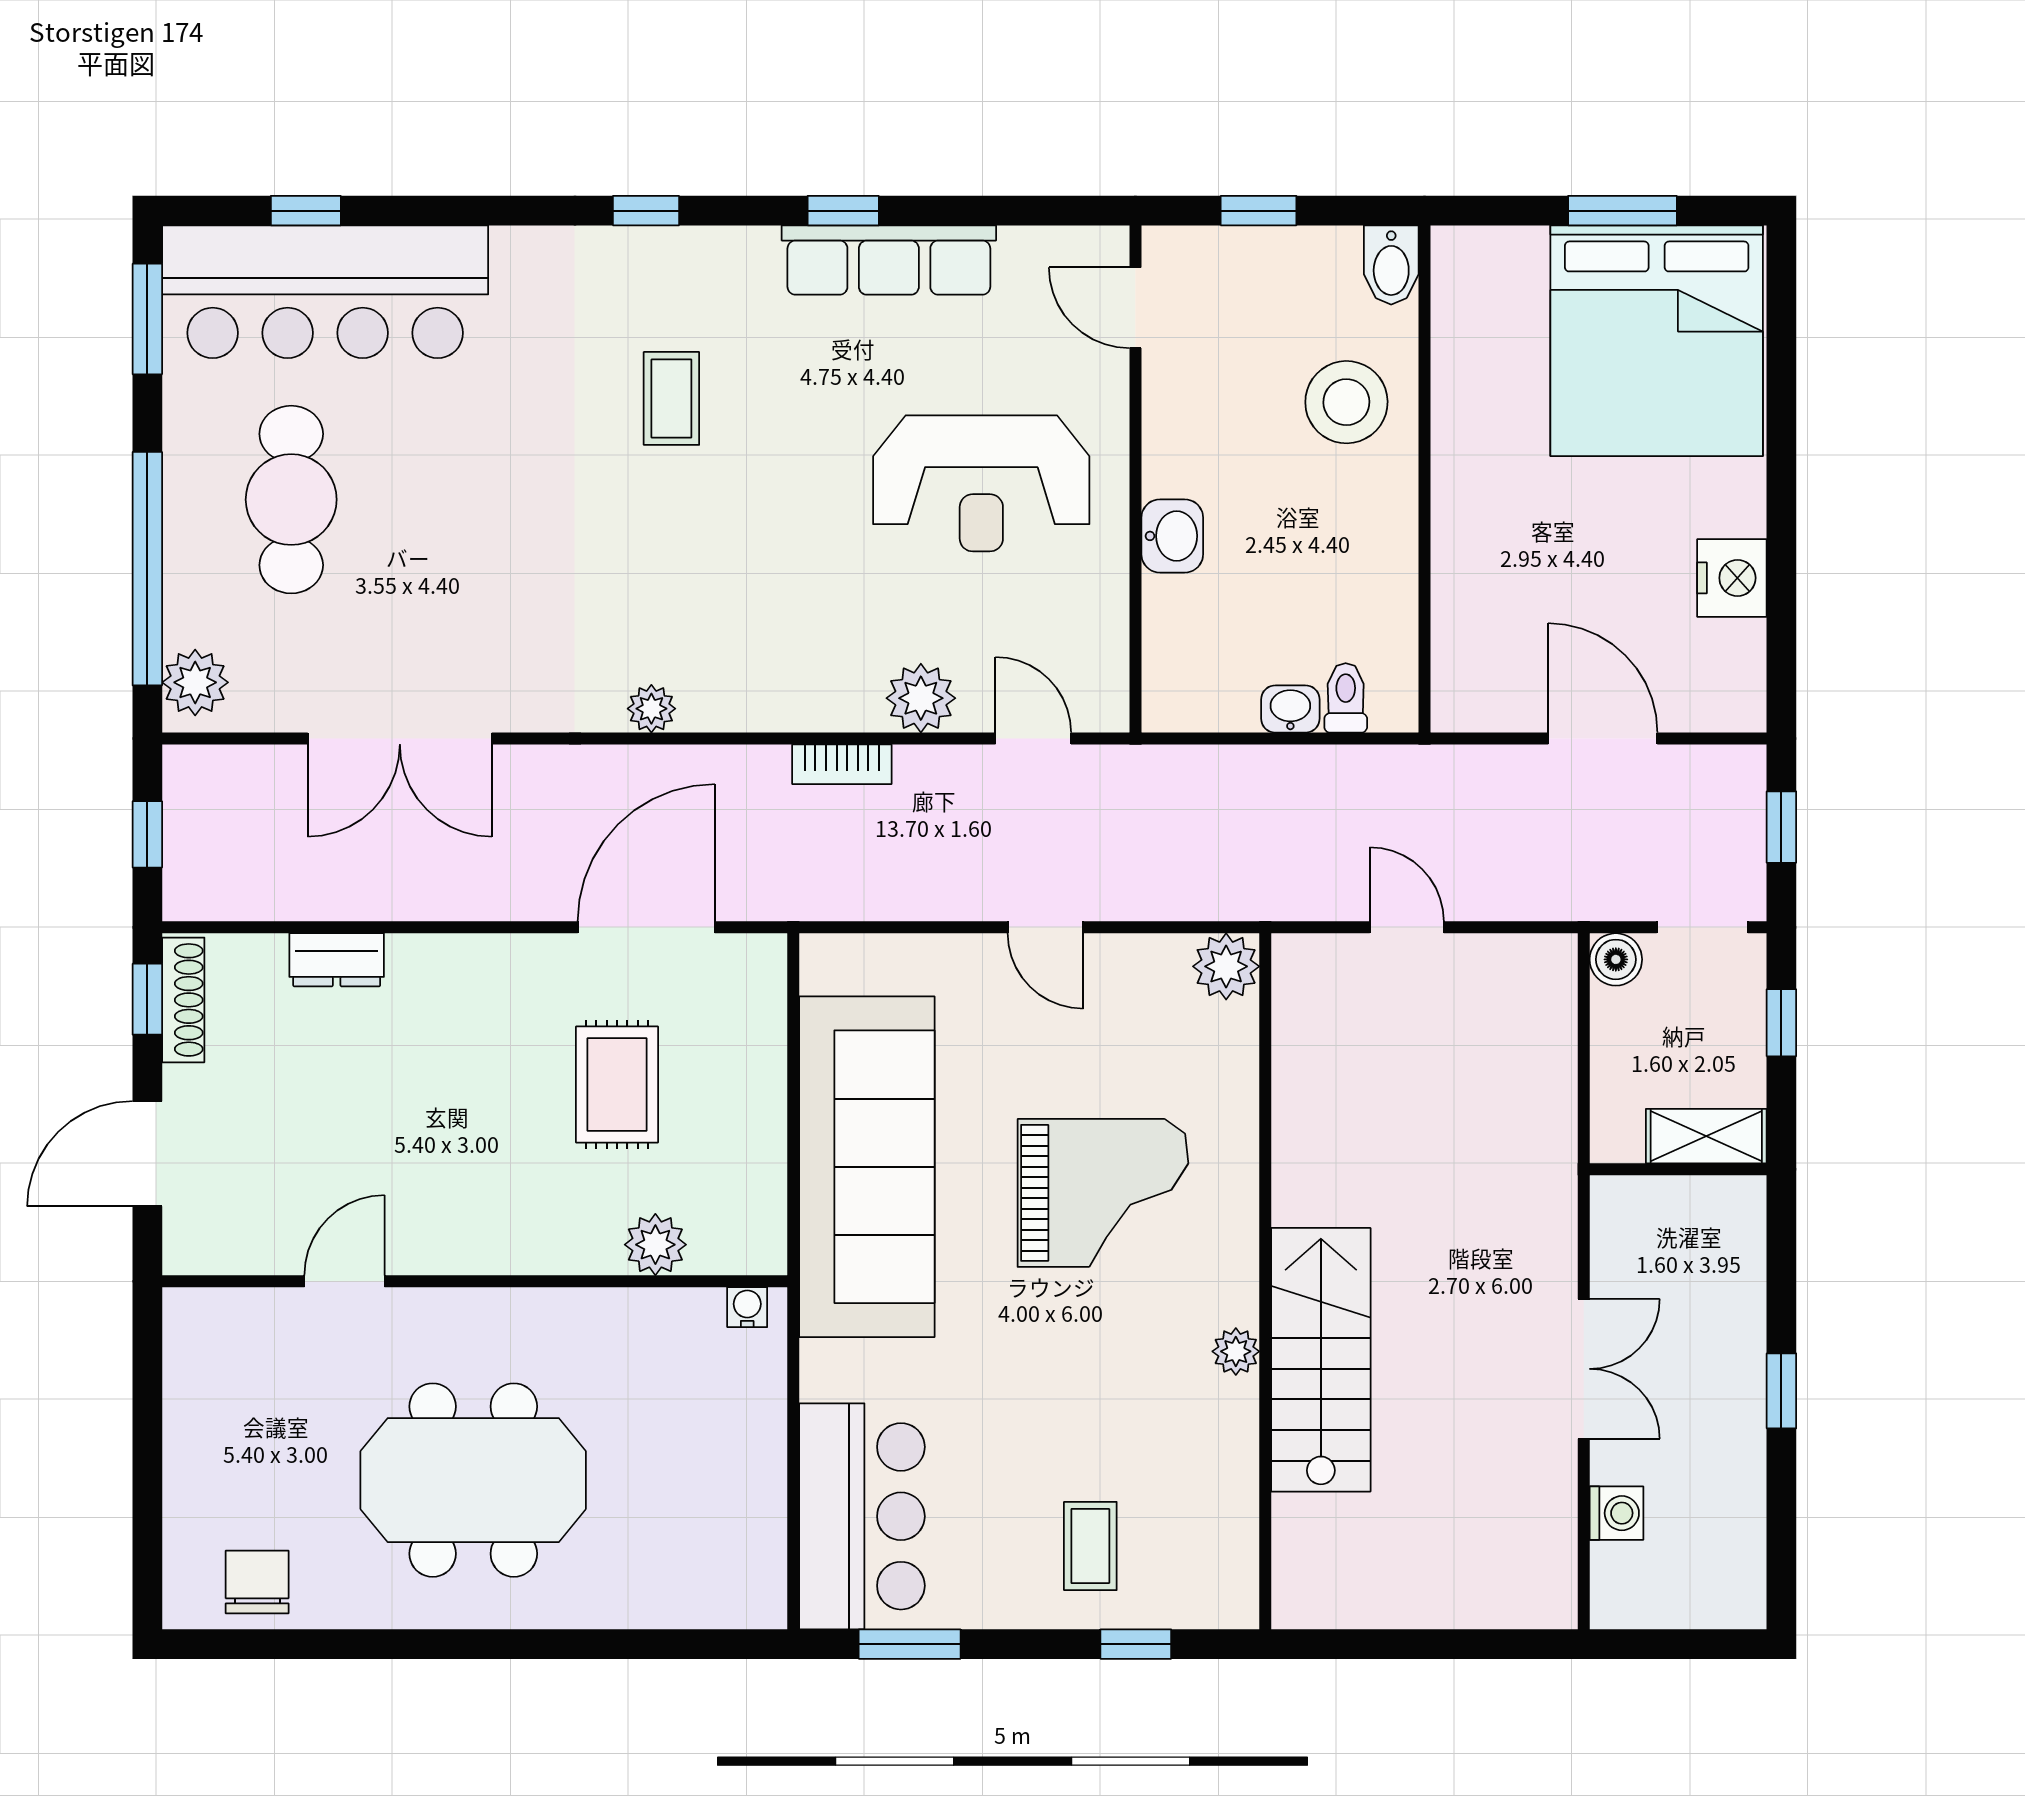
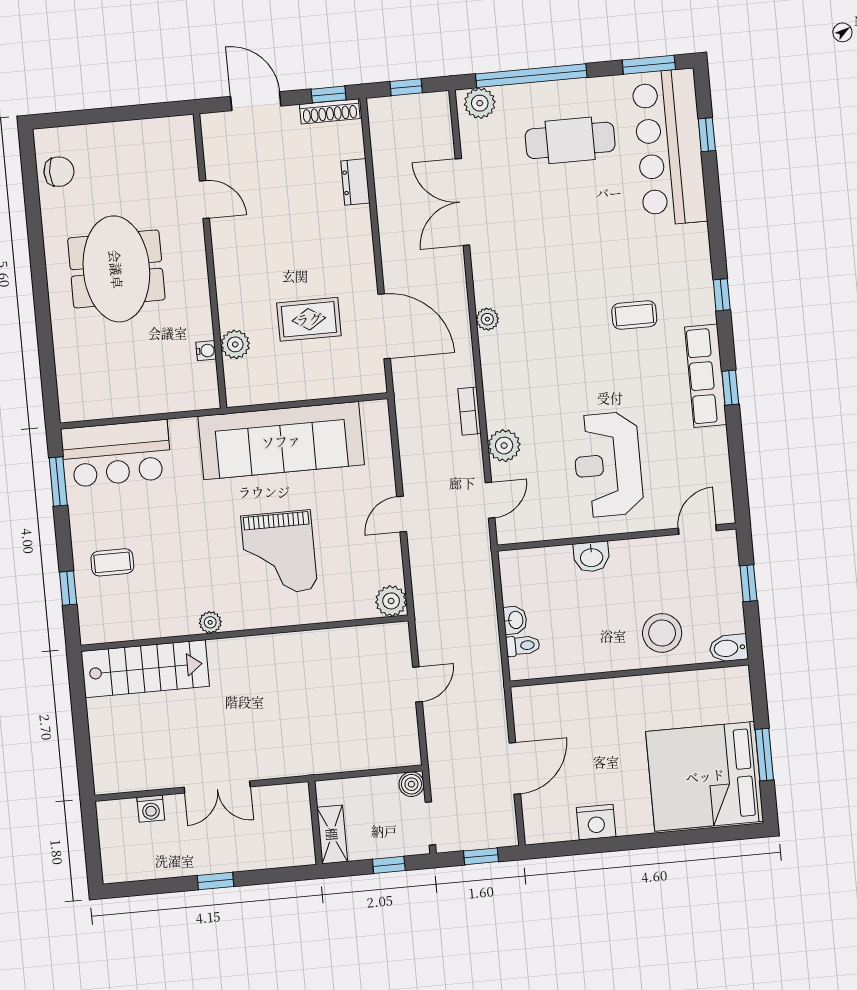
row of seats: (889, 260) -> (706, 376), moved
water cooler: (747, 1307) -> (206, 351), moved
stairs: (1321, 1360) -> (145, 669), moved

